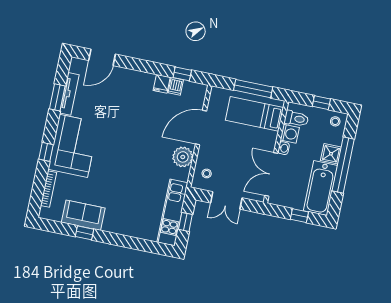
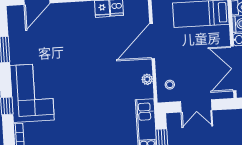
tv unit: (69, 94) -> (14, 43), removed
plant: (183, 157) -> (147, 79), width x0.53, depth x0.53

